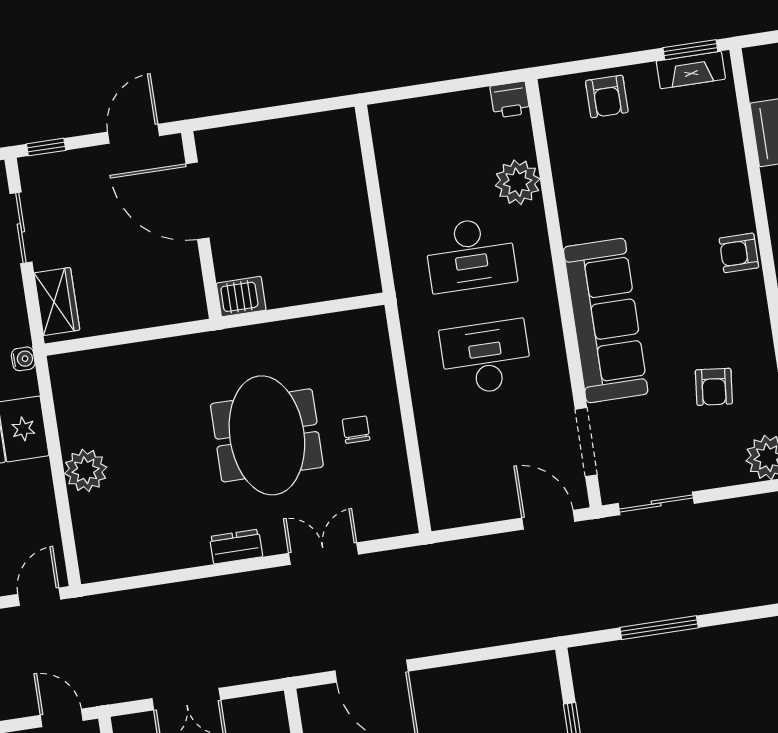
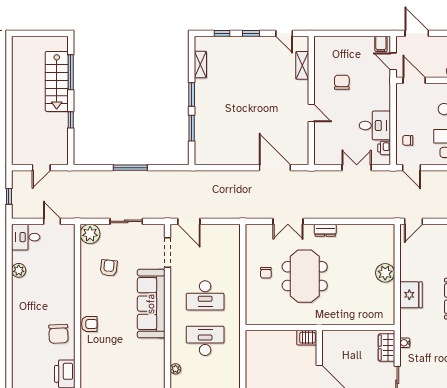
plant: (518, 182) -> (175, 369), width x0.53, depth x0.53
water cooler: (23, 359) -> (405, 343), moved
sliding door: (656, 503) -> (126, 221), moved
window: (659, 628) -> (130, 168), moved

